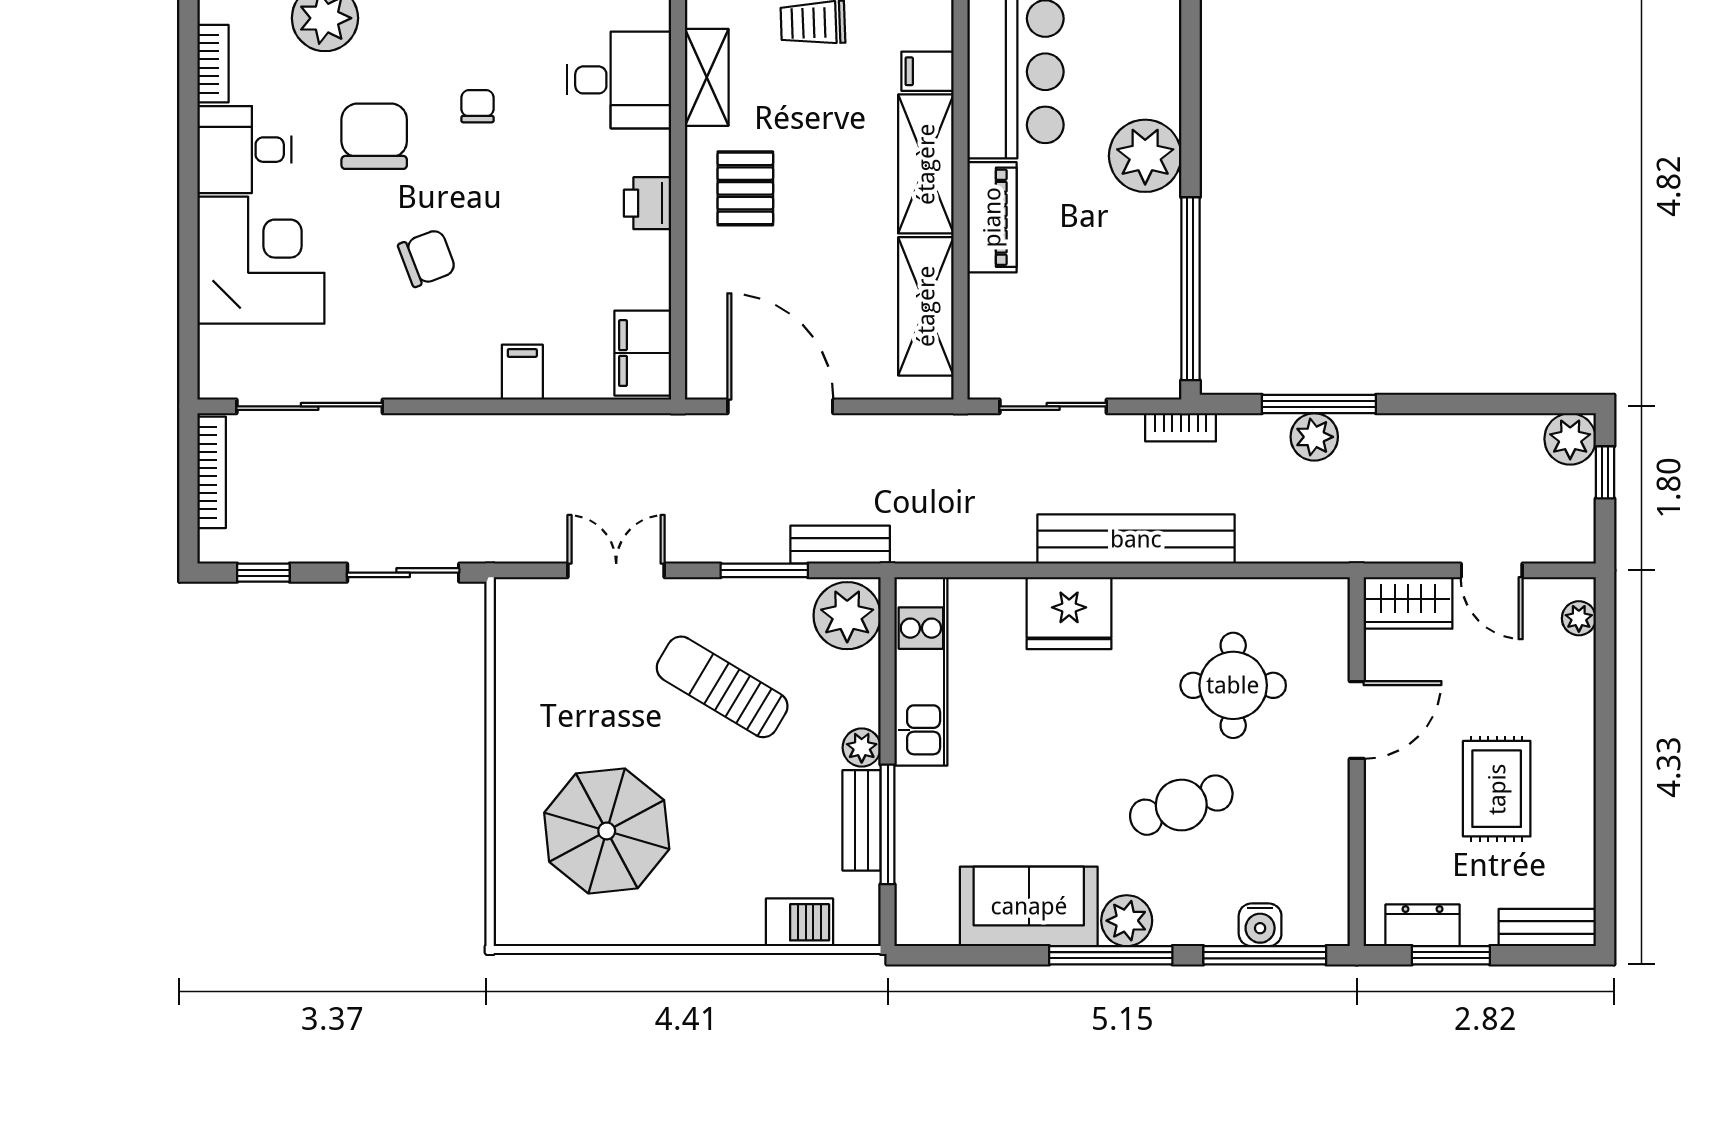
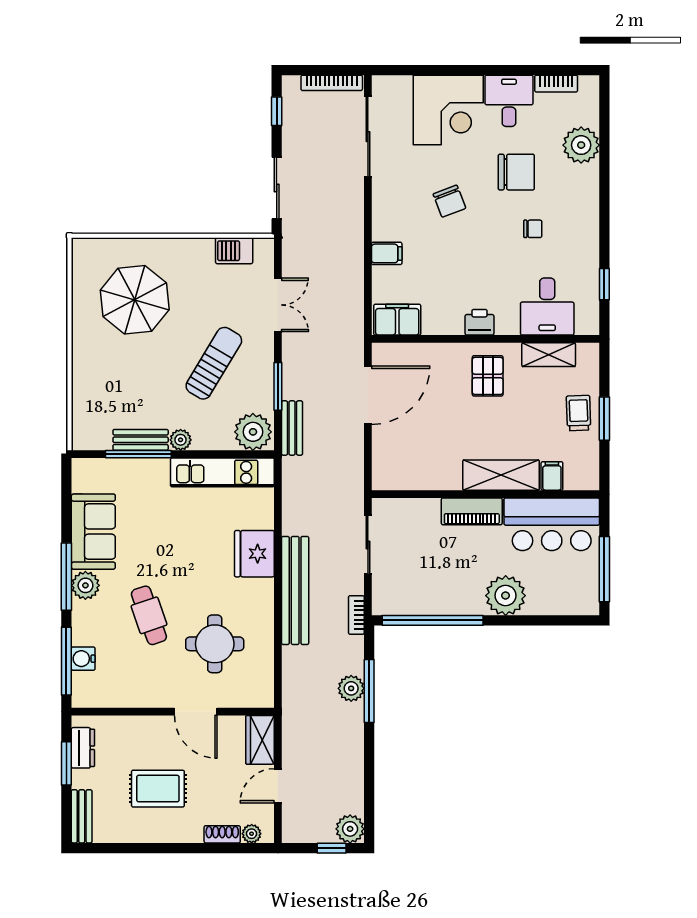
pallet: (745, 188) -> (488, 376), turned 90
shelving: (926, 306) -> (423, 475), removed
shoe rack: (1580, 672) -> (222, 834), added
barbecue: (800, 922) -> (234, 251), moved, turned 90

